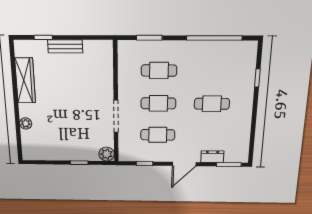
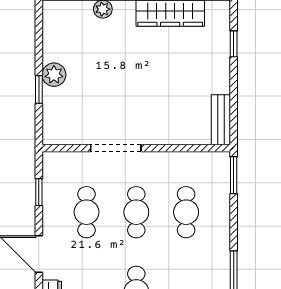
window: (149, 38) -> (234, 175), moved
bench: (65, 46) -> (221, 120), moved
plant: (107, 154) -> (54, 75), moved

